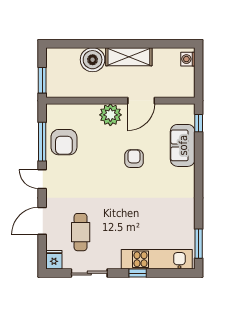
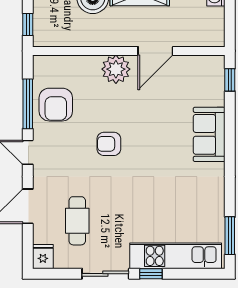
window: (42, 80) -> (28, 24), width x0.67
sofa: (183, 145) -> (209, 134), moved
armchair: (134, 159) -> (109, 144), moved, turned -90
sliding door: (89, 273) -> (105, 274), moved

